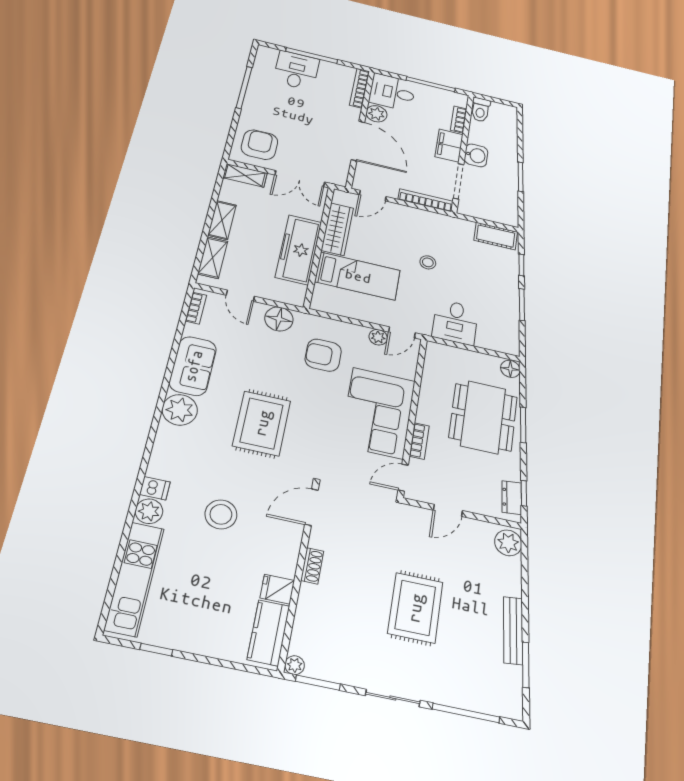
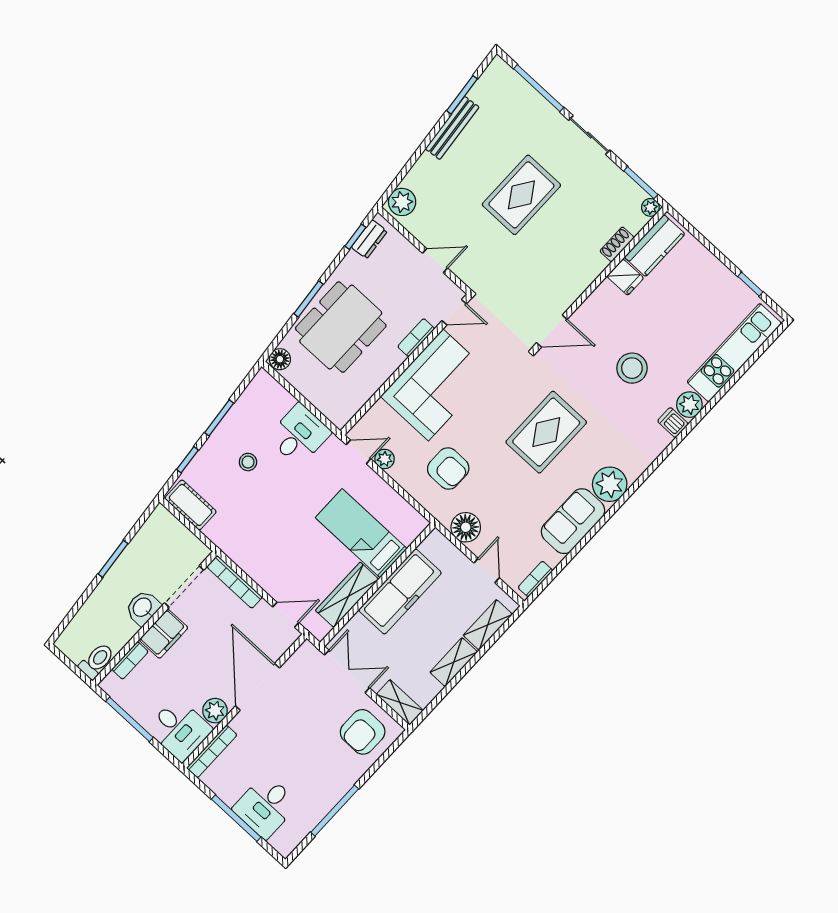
stool: (428, 262) -> (248, 462), moved
shoe rack: (312, 566) -> (617, 244), moved

